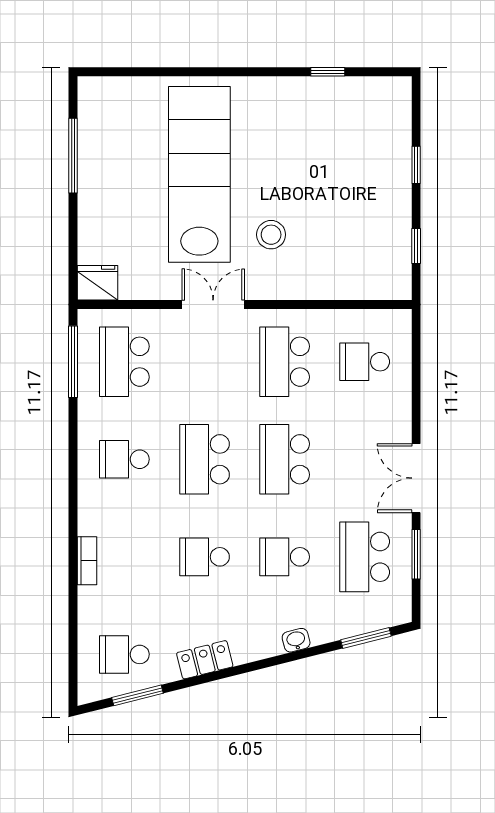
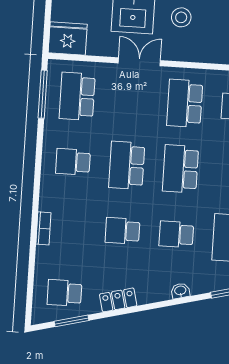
fridge: (98, 283) -> (68, 38), width x1.36, depth x1.34

